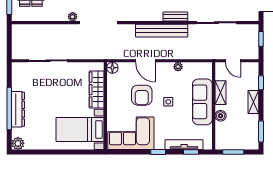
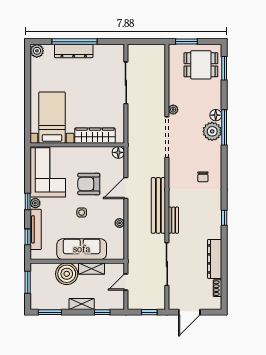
boiler: (221, 116) -> (67, 274), width x1.86, depth x1.86
plant: (160, 145) -> (35, 203), added

